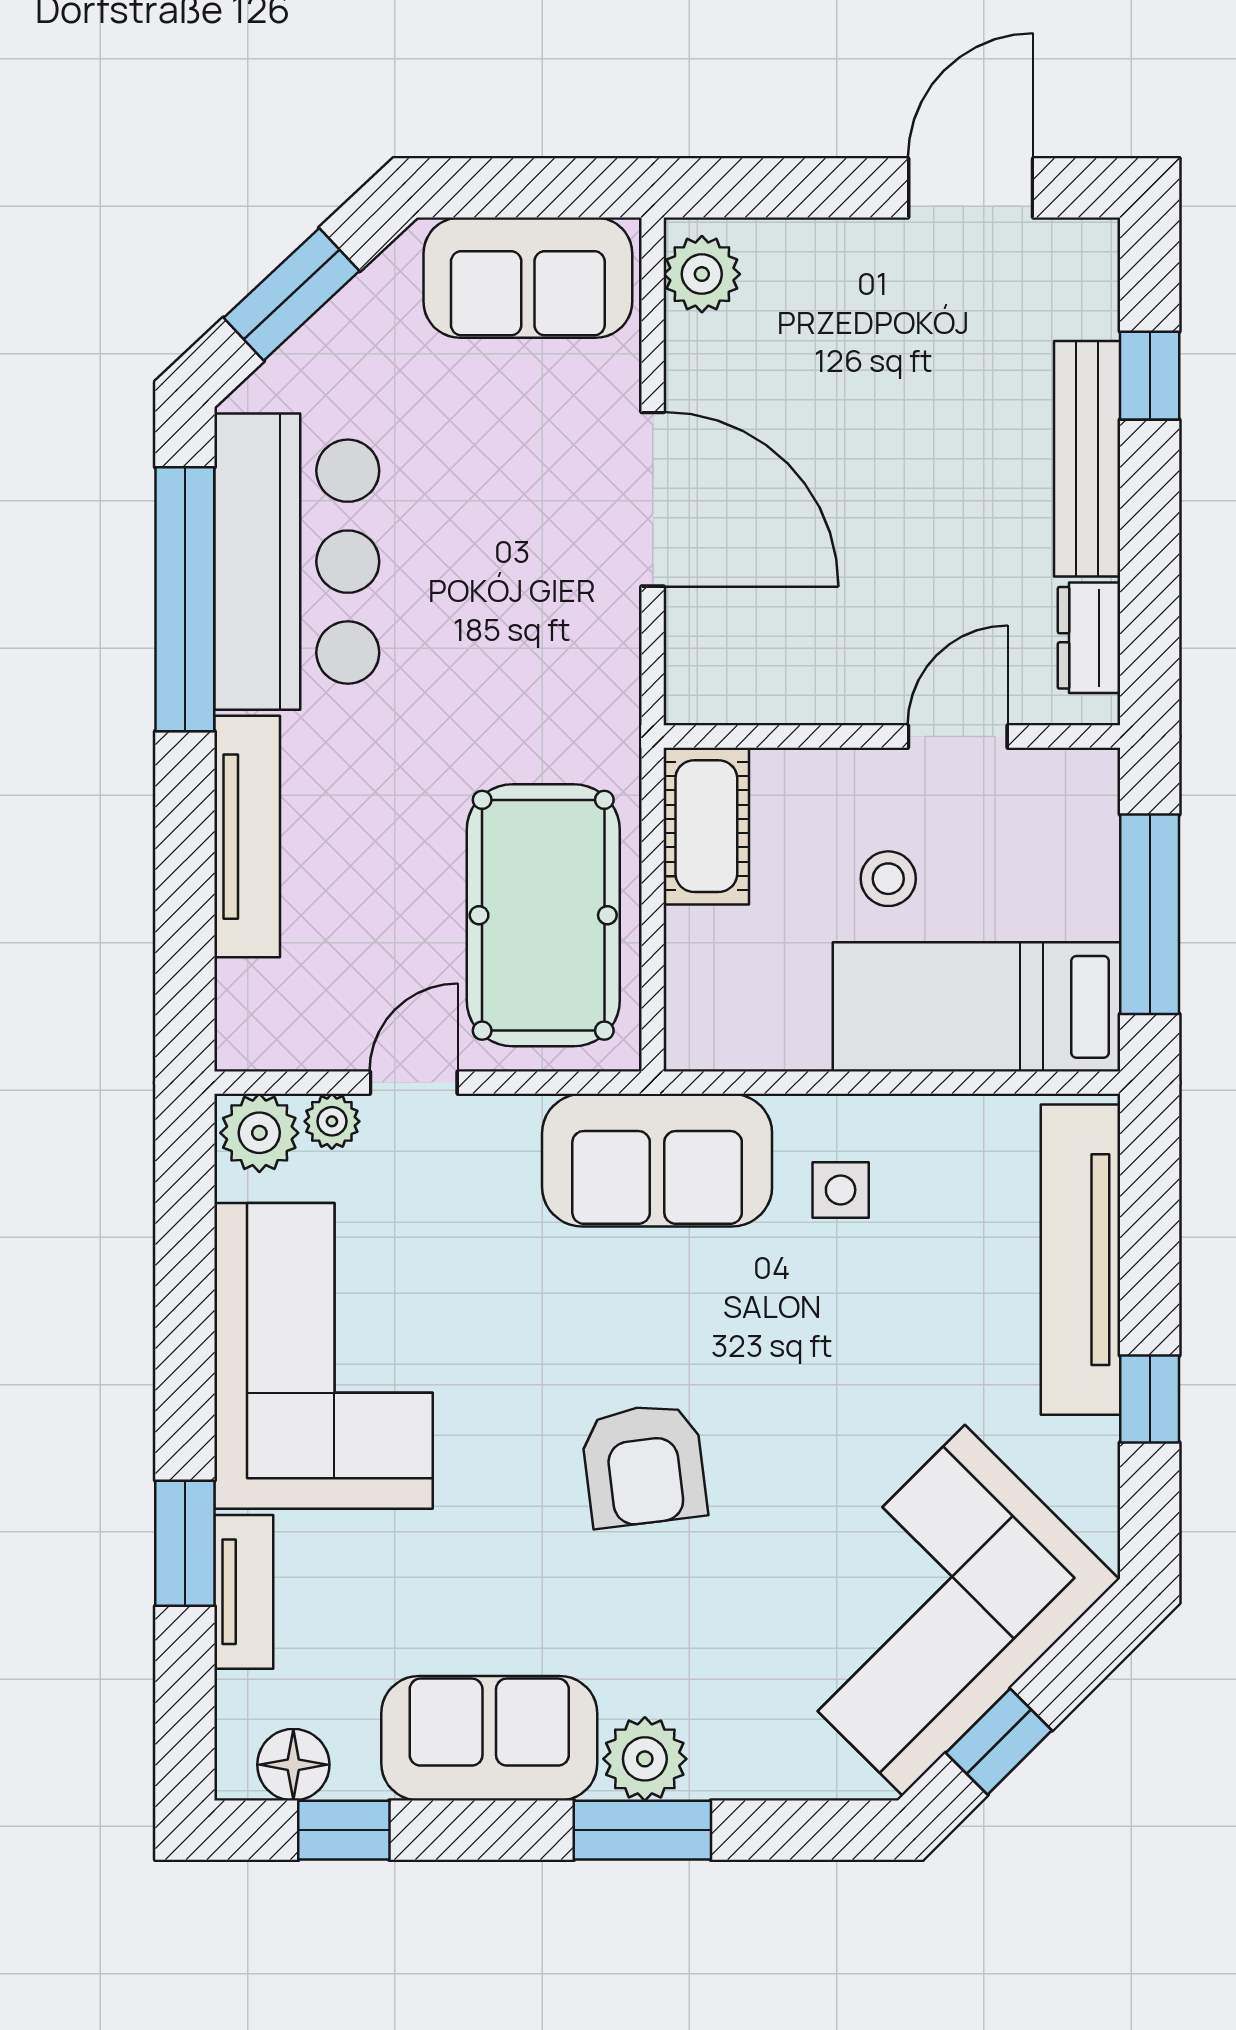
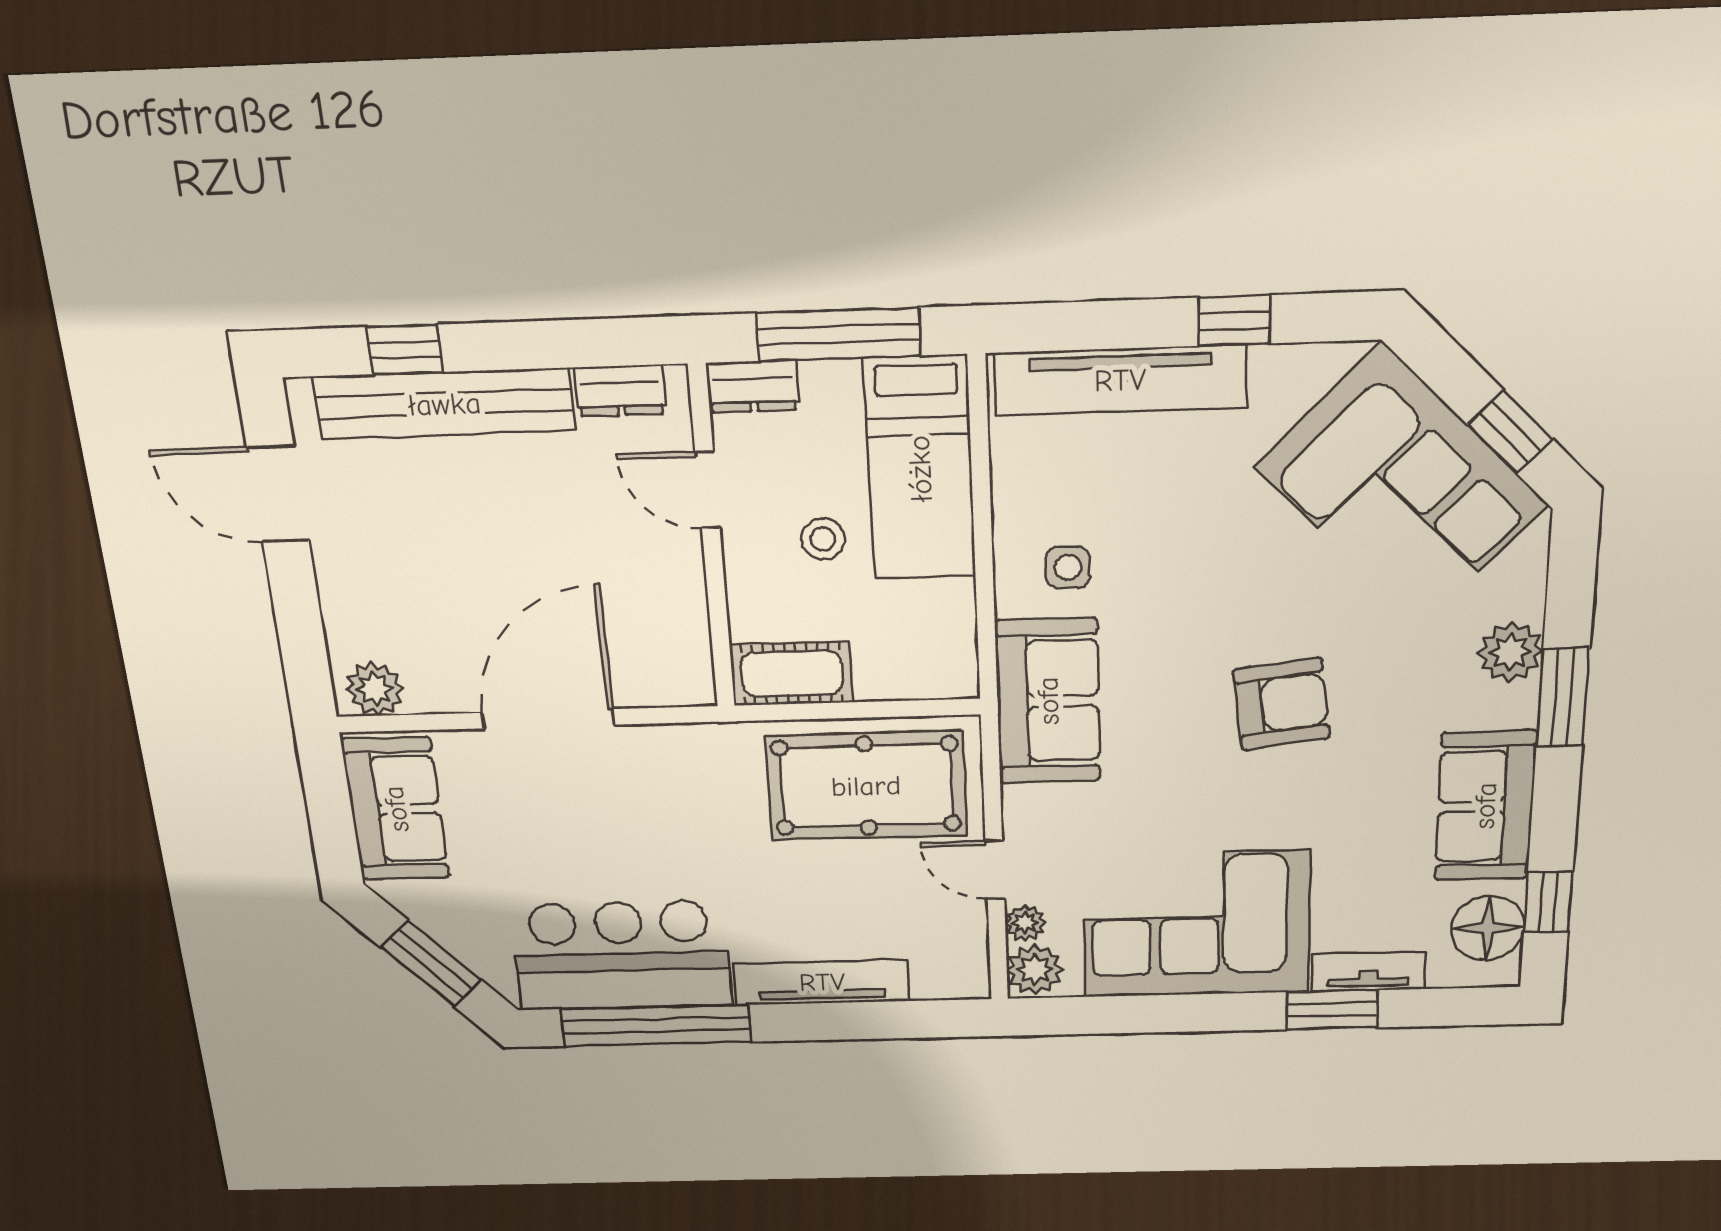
bench: (1087, 459) -> (444, 404), width x1.37, depth x1.21
dresser: (1089, 804) -> (753, 386), added
plant: (645, 1759) -> (1511, 652), moved
floor lamp: (293, 1765) -> (1488, 928), width x1.38, depth x1.38

